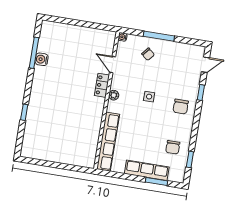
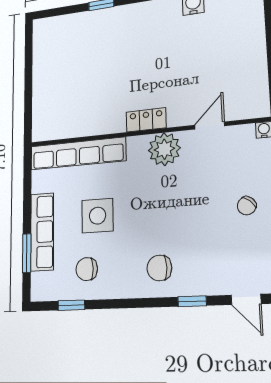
chair: (148, 54) -> (247, 206), moved
locker: (102, 85) -> (146, 120), moved
plant: (114, 95) -> (164, 149), width x1.88, depth x1.88
side table: (149, 97) -> (98, 216), moved, width x1.87, depth x1.87

